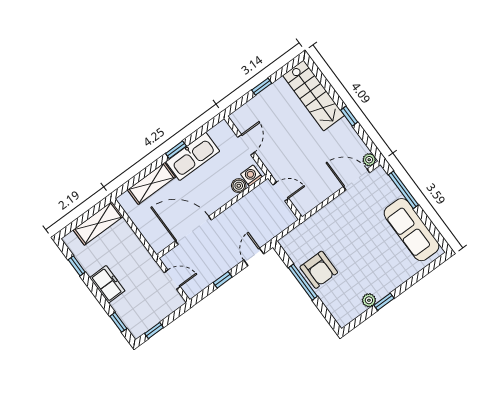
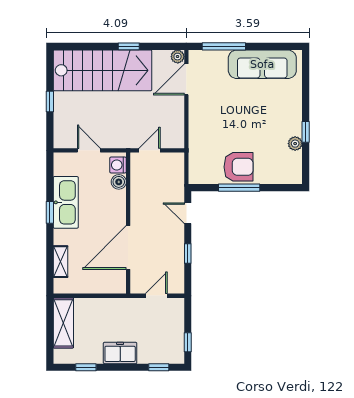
stairs: (314, 95) -> (102, 70), width x1.36, depth x1.51
shelving: (151, 183) -> (60, 262), width x0.67, depth x0.75

